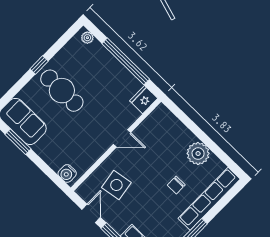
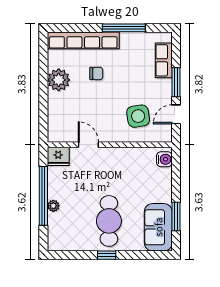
plant: (87, 38) -> (53, 206), moved
door: (122, 138) -> (88, 145), moved

